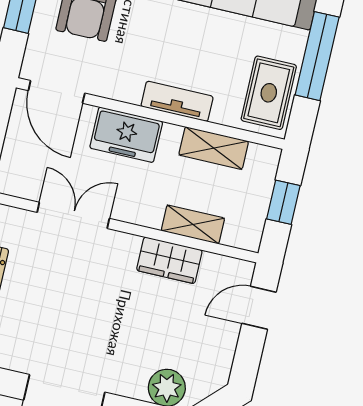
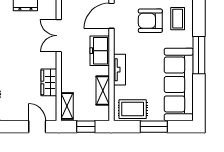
window: (317, 56) -> (154, 127), width x0.69
double door: (73, 215) -> (59, 36), swing flipped
shelving: (193, 224) -> (67, 106), moved

